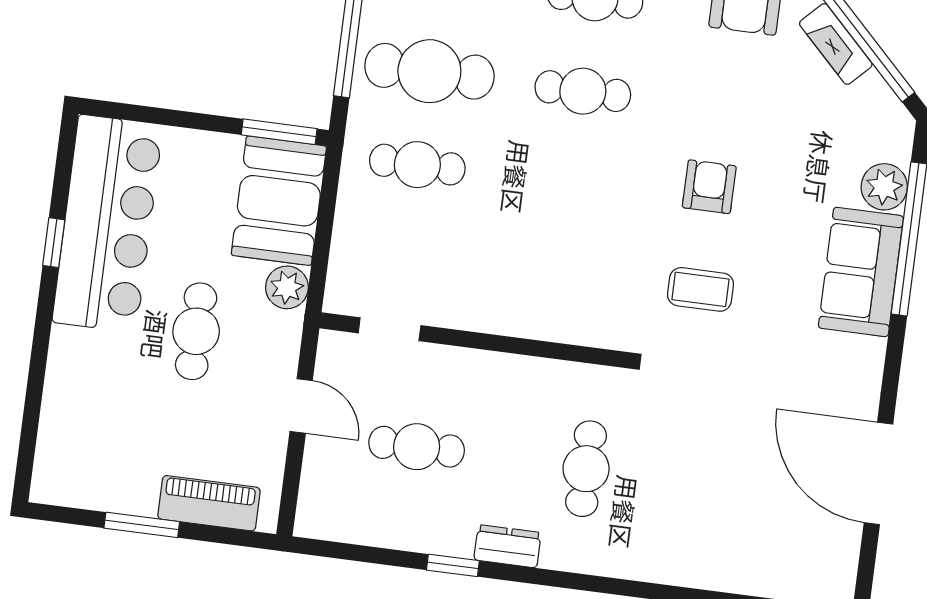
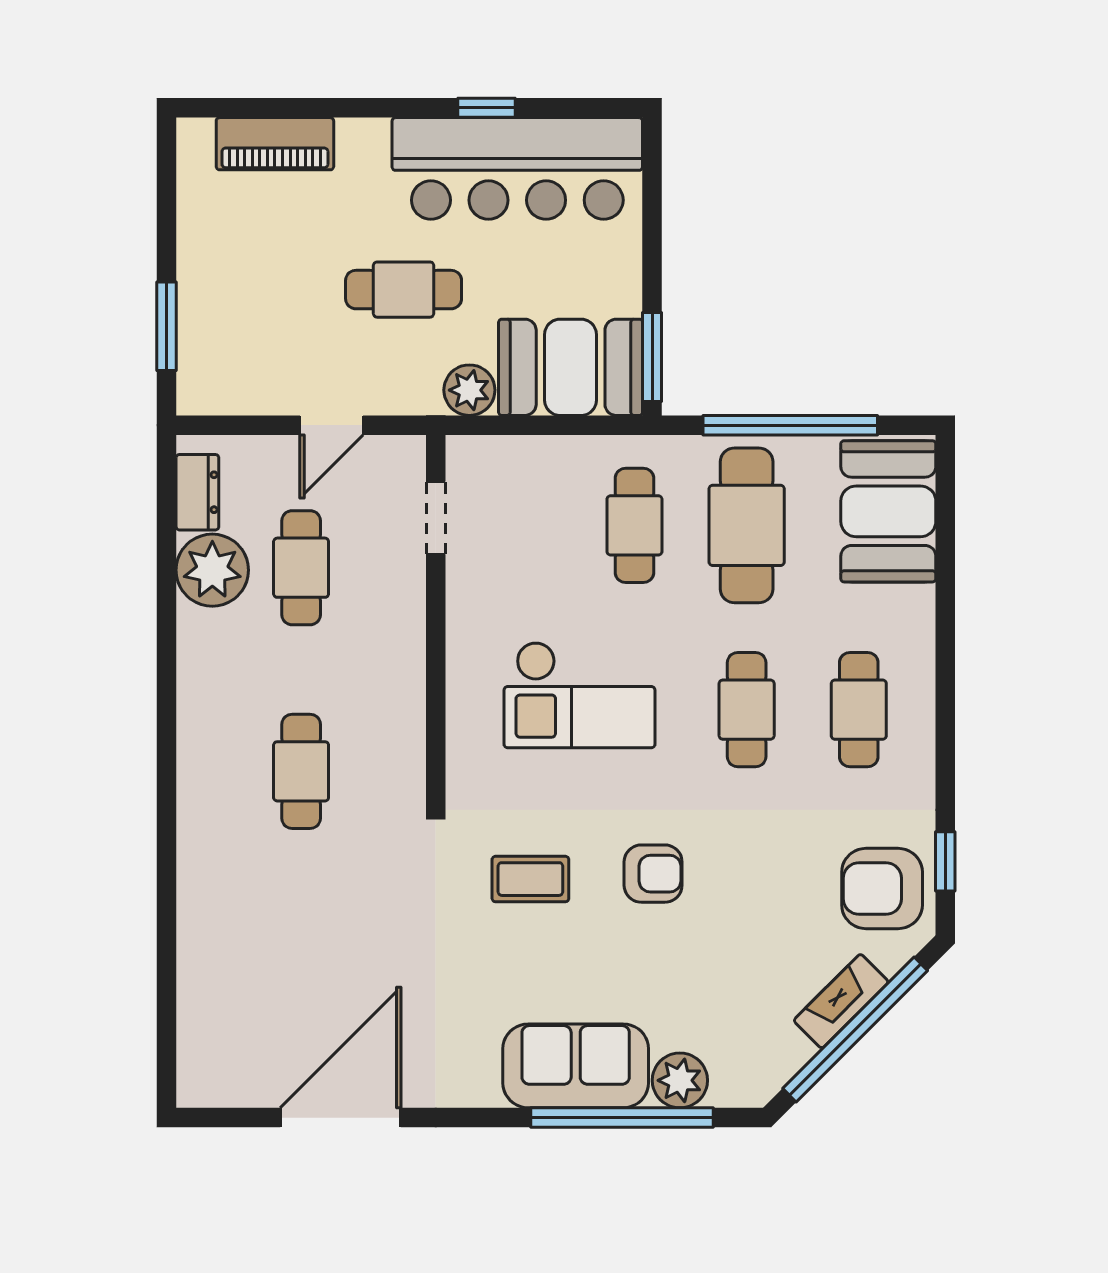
checkout: (553, 229) -> (580, 695), added
coffee table: (700, 289) -> (530, 879), turned 90
cafe table: (586, 469) -> (301, 771), turned 90
piano: (209, 503) -> (275, 144), moved, turned 90
plant: (409, 521) -> (212, 570), added
window: (142, 525) -> (166, 326), moved
dresser: (508, 546) -> (197, 492), moved
window: (453, 565) -> (166, 629), removed

